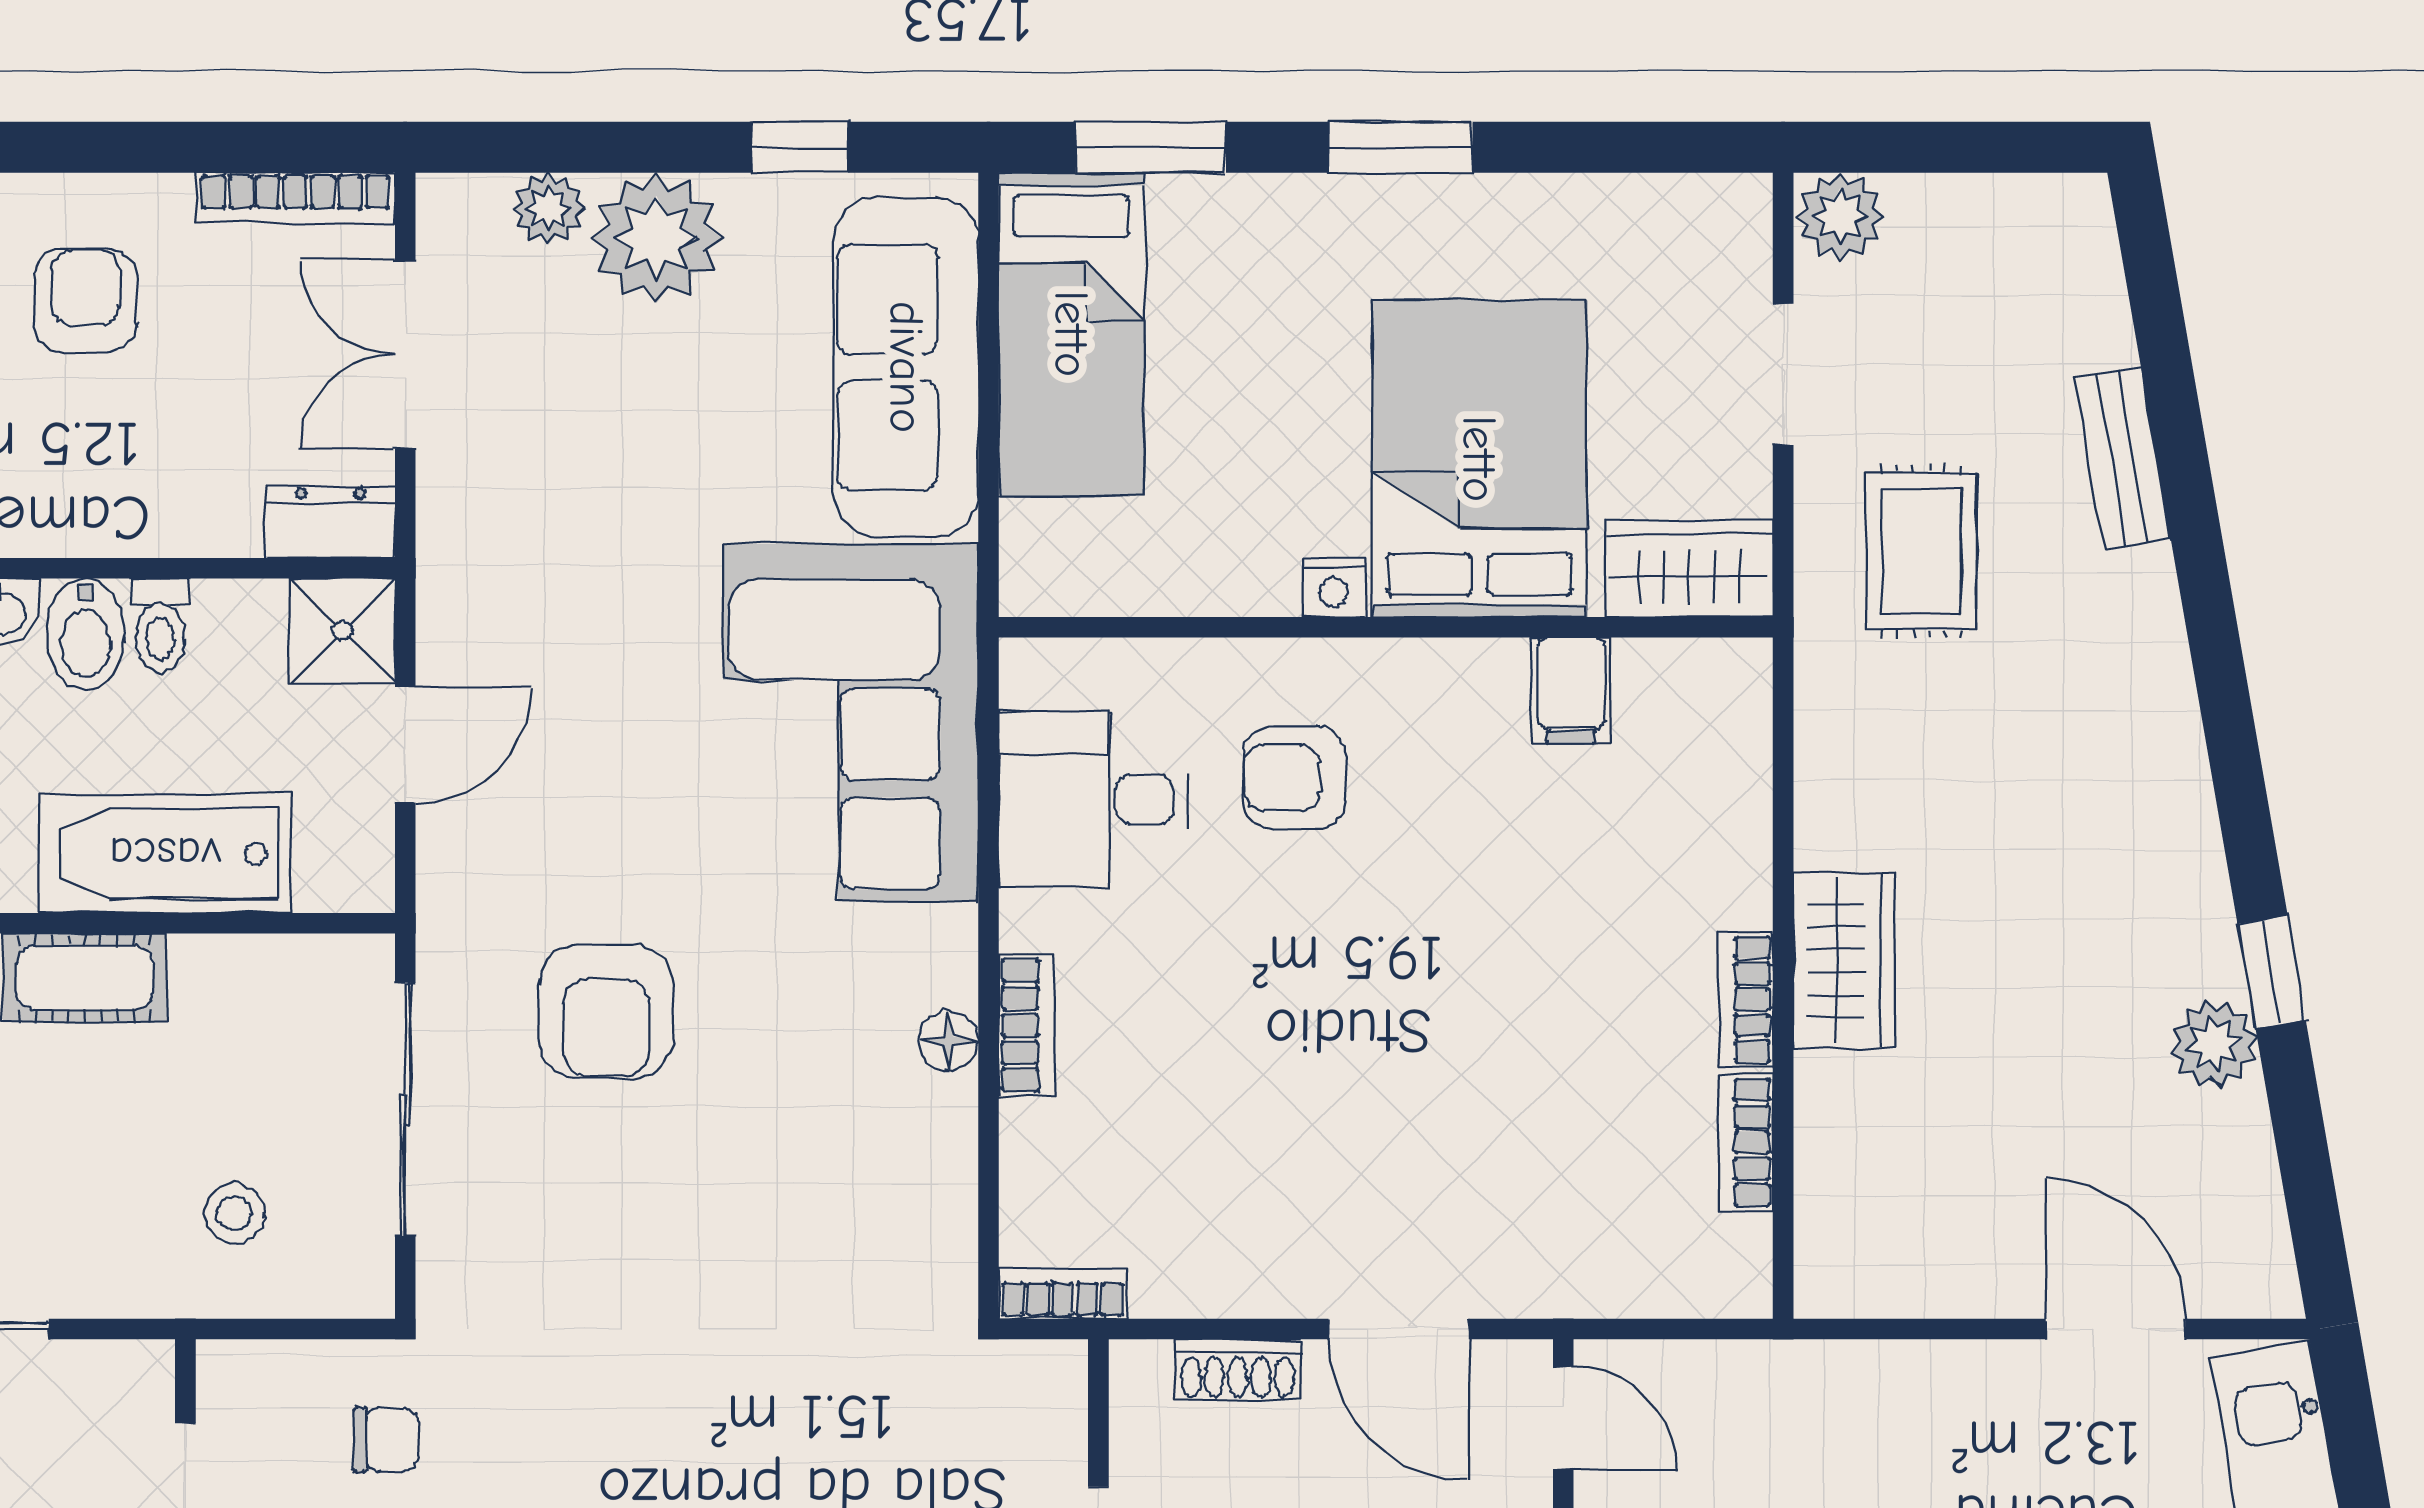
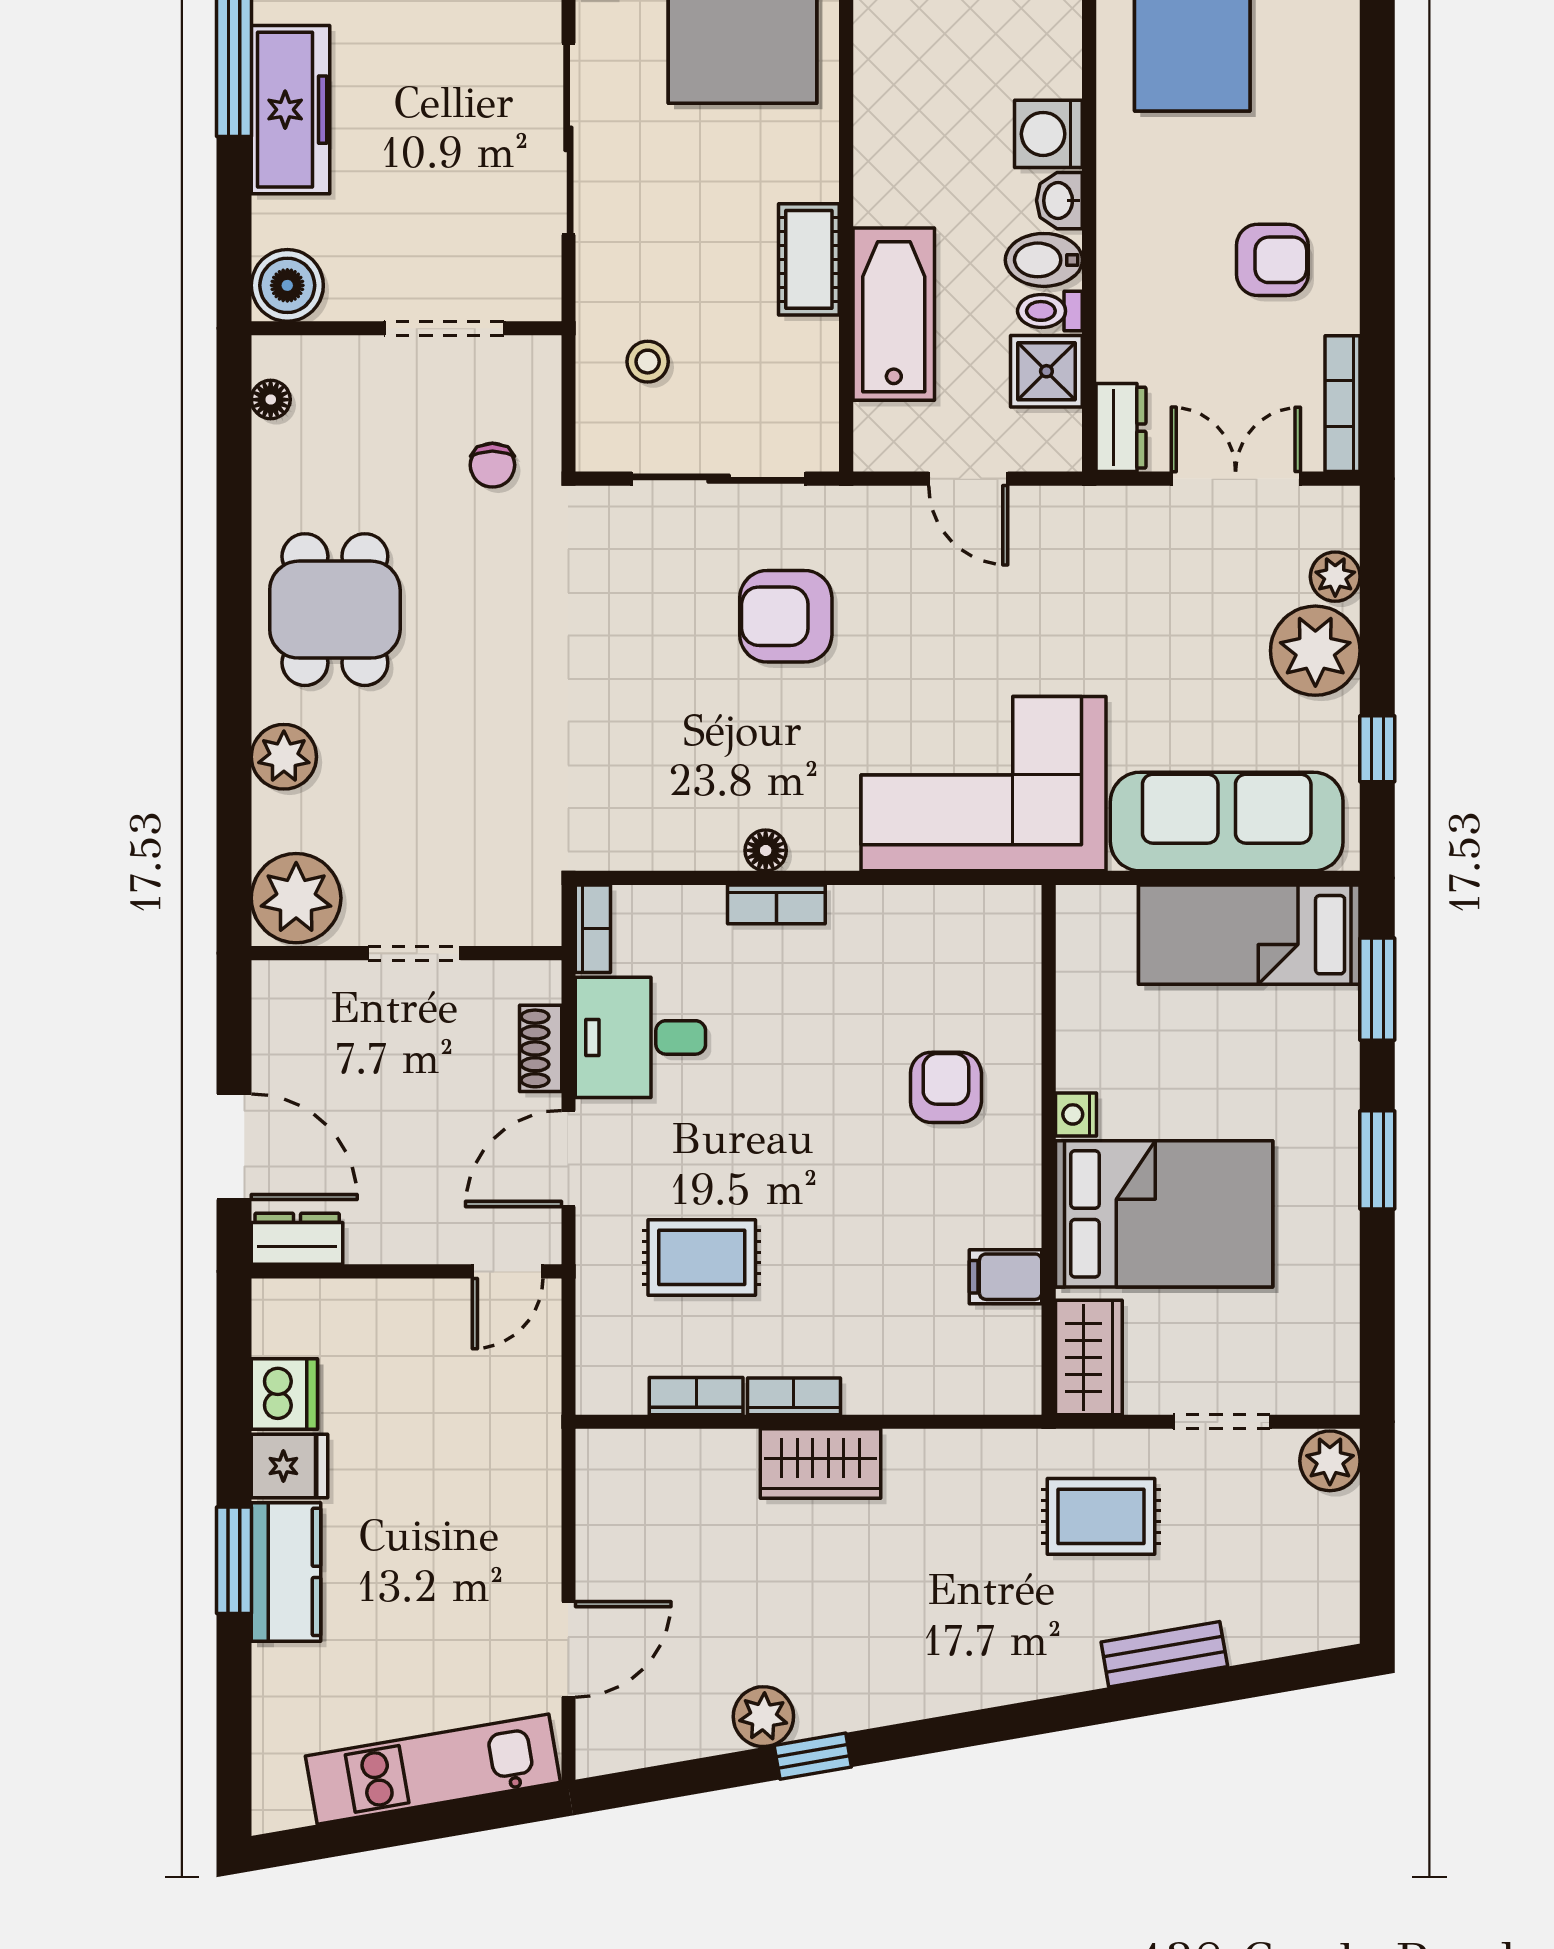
shower: (343, 631) -> (1046, 371), moved
desk: (1094, 800) -> (640, 1037), moved, turned -90
rug: (1543, 1134) -> (702, 1257), added

